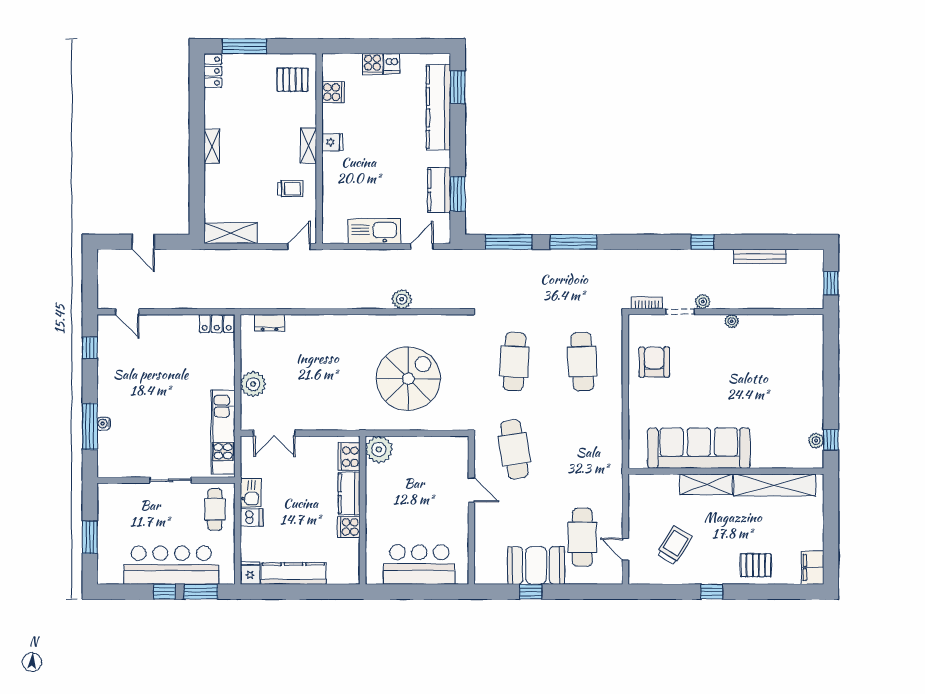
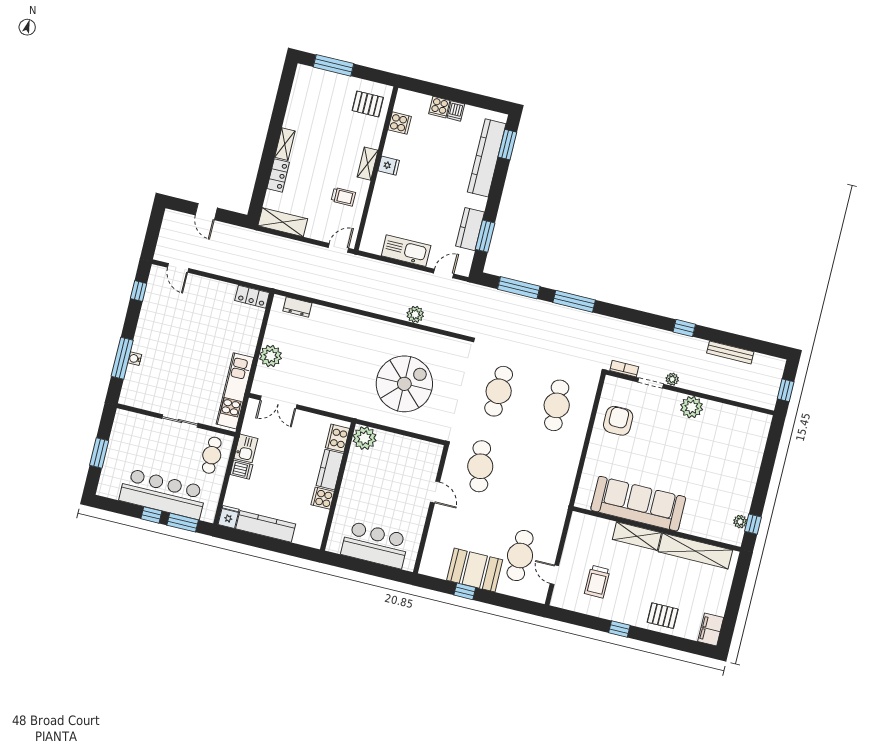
locker: (213, 71) -> (278, 175), moved
plant: (732, 321) -> (692, 407), width x1.88, depth x1.88
trolley: (674, 545) -> (597, 582), turned 148

